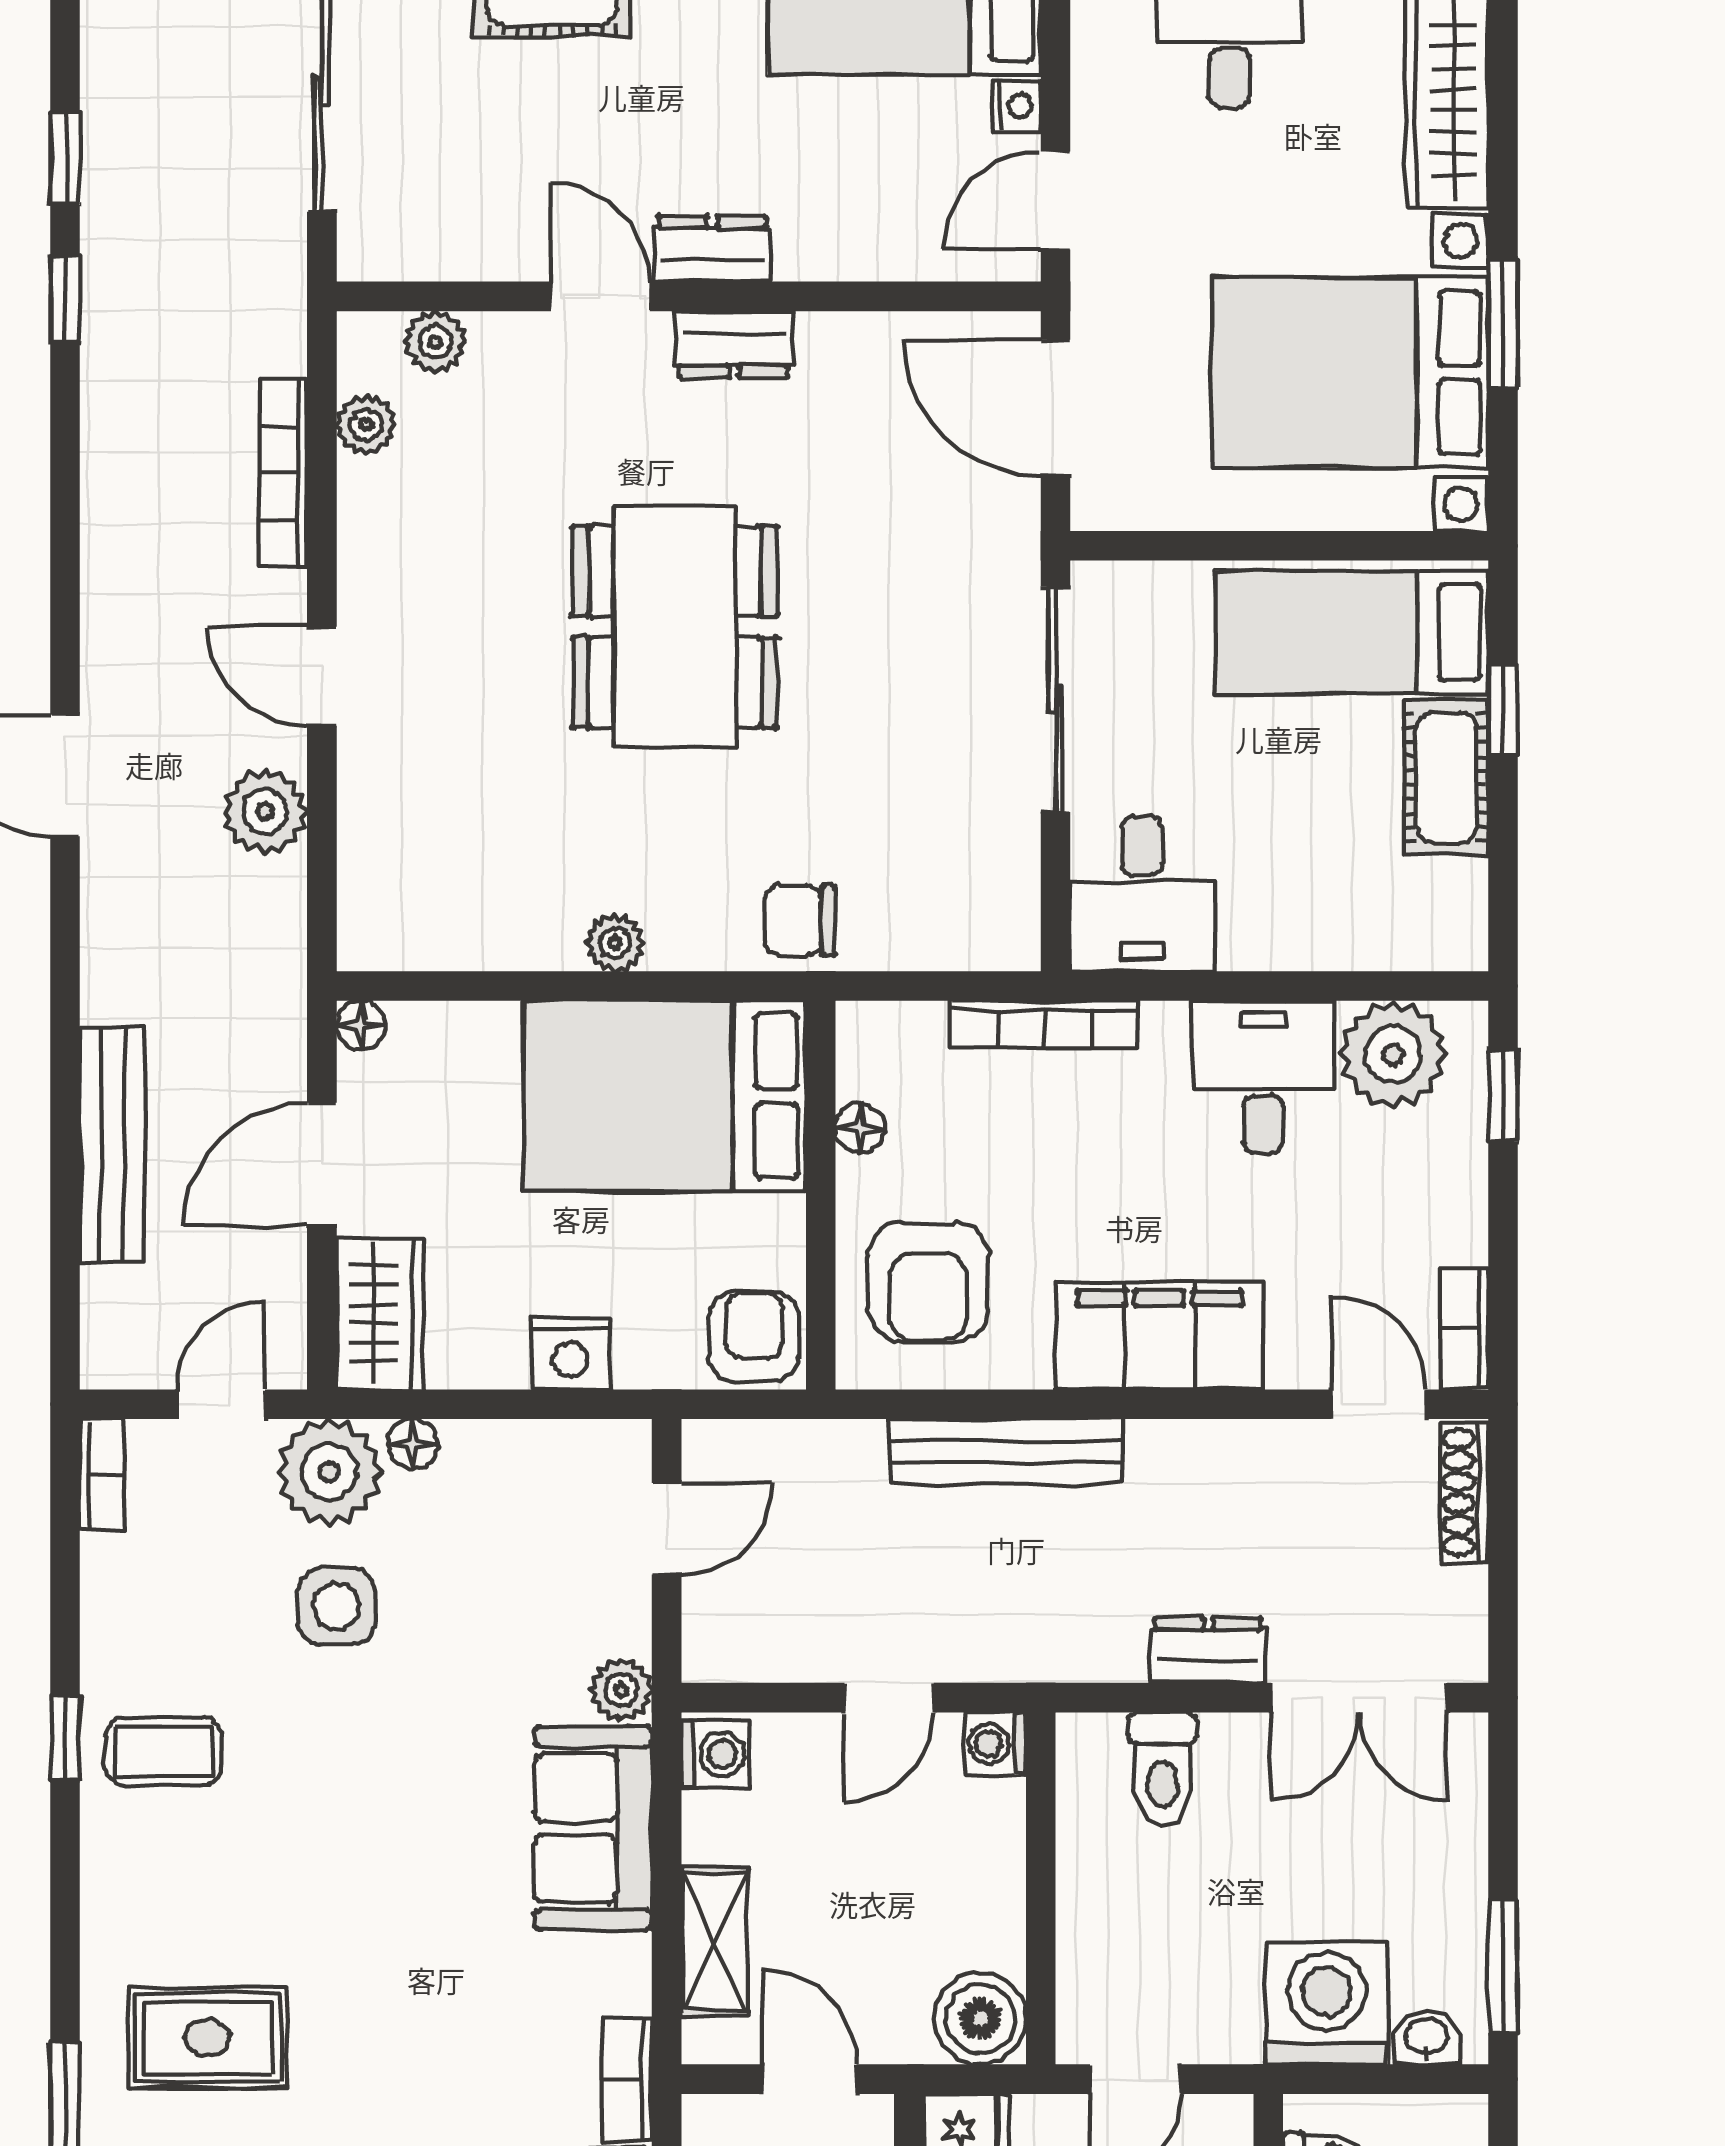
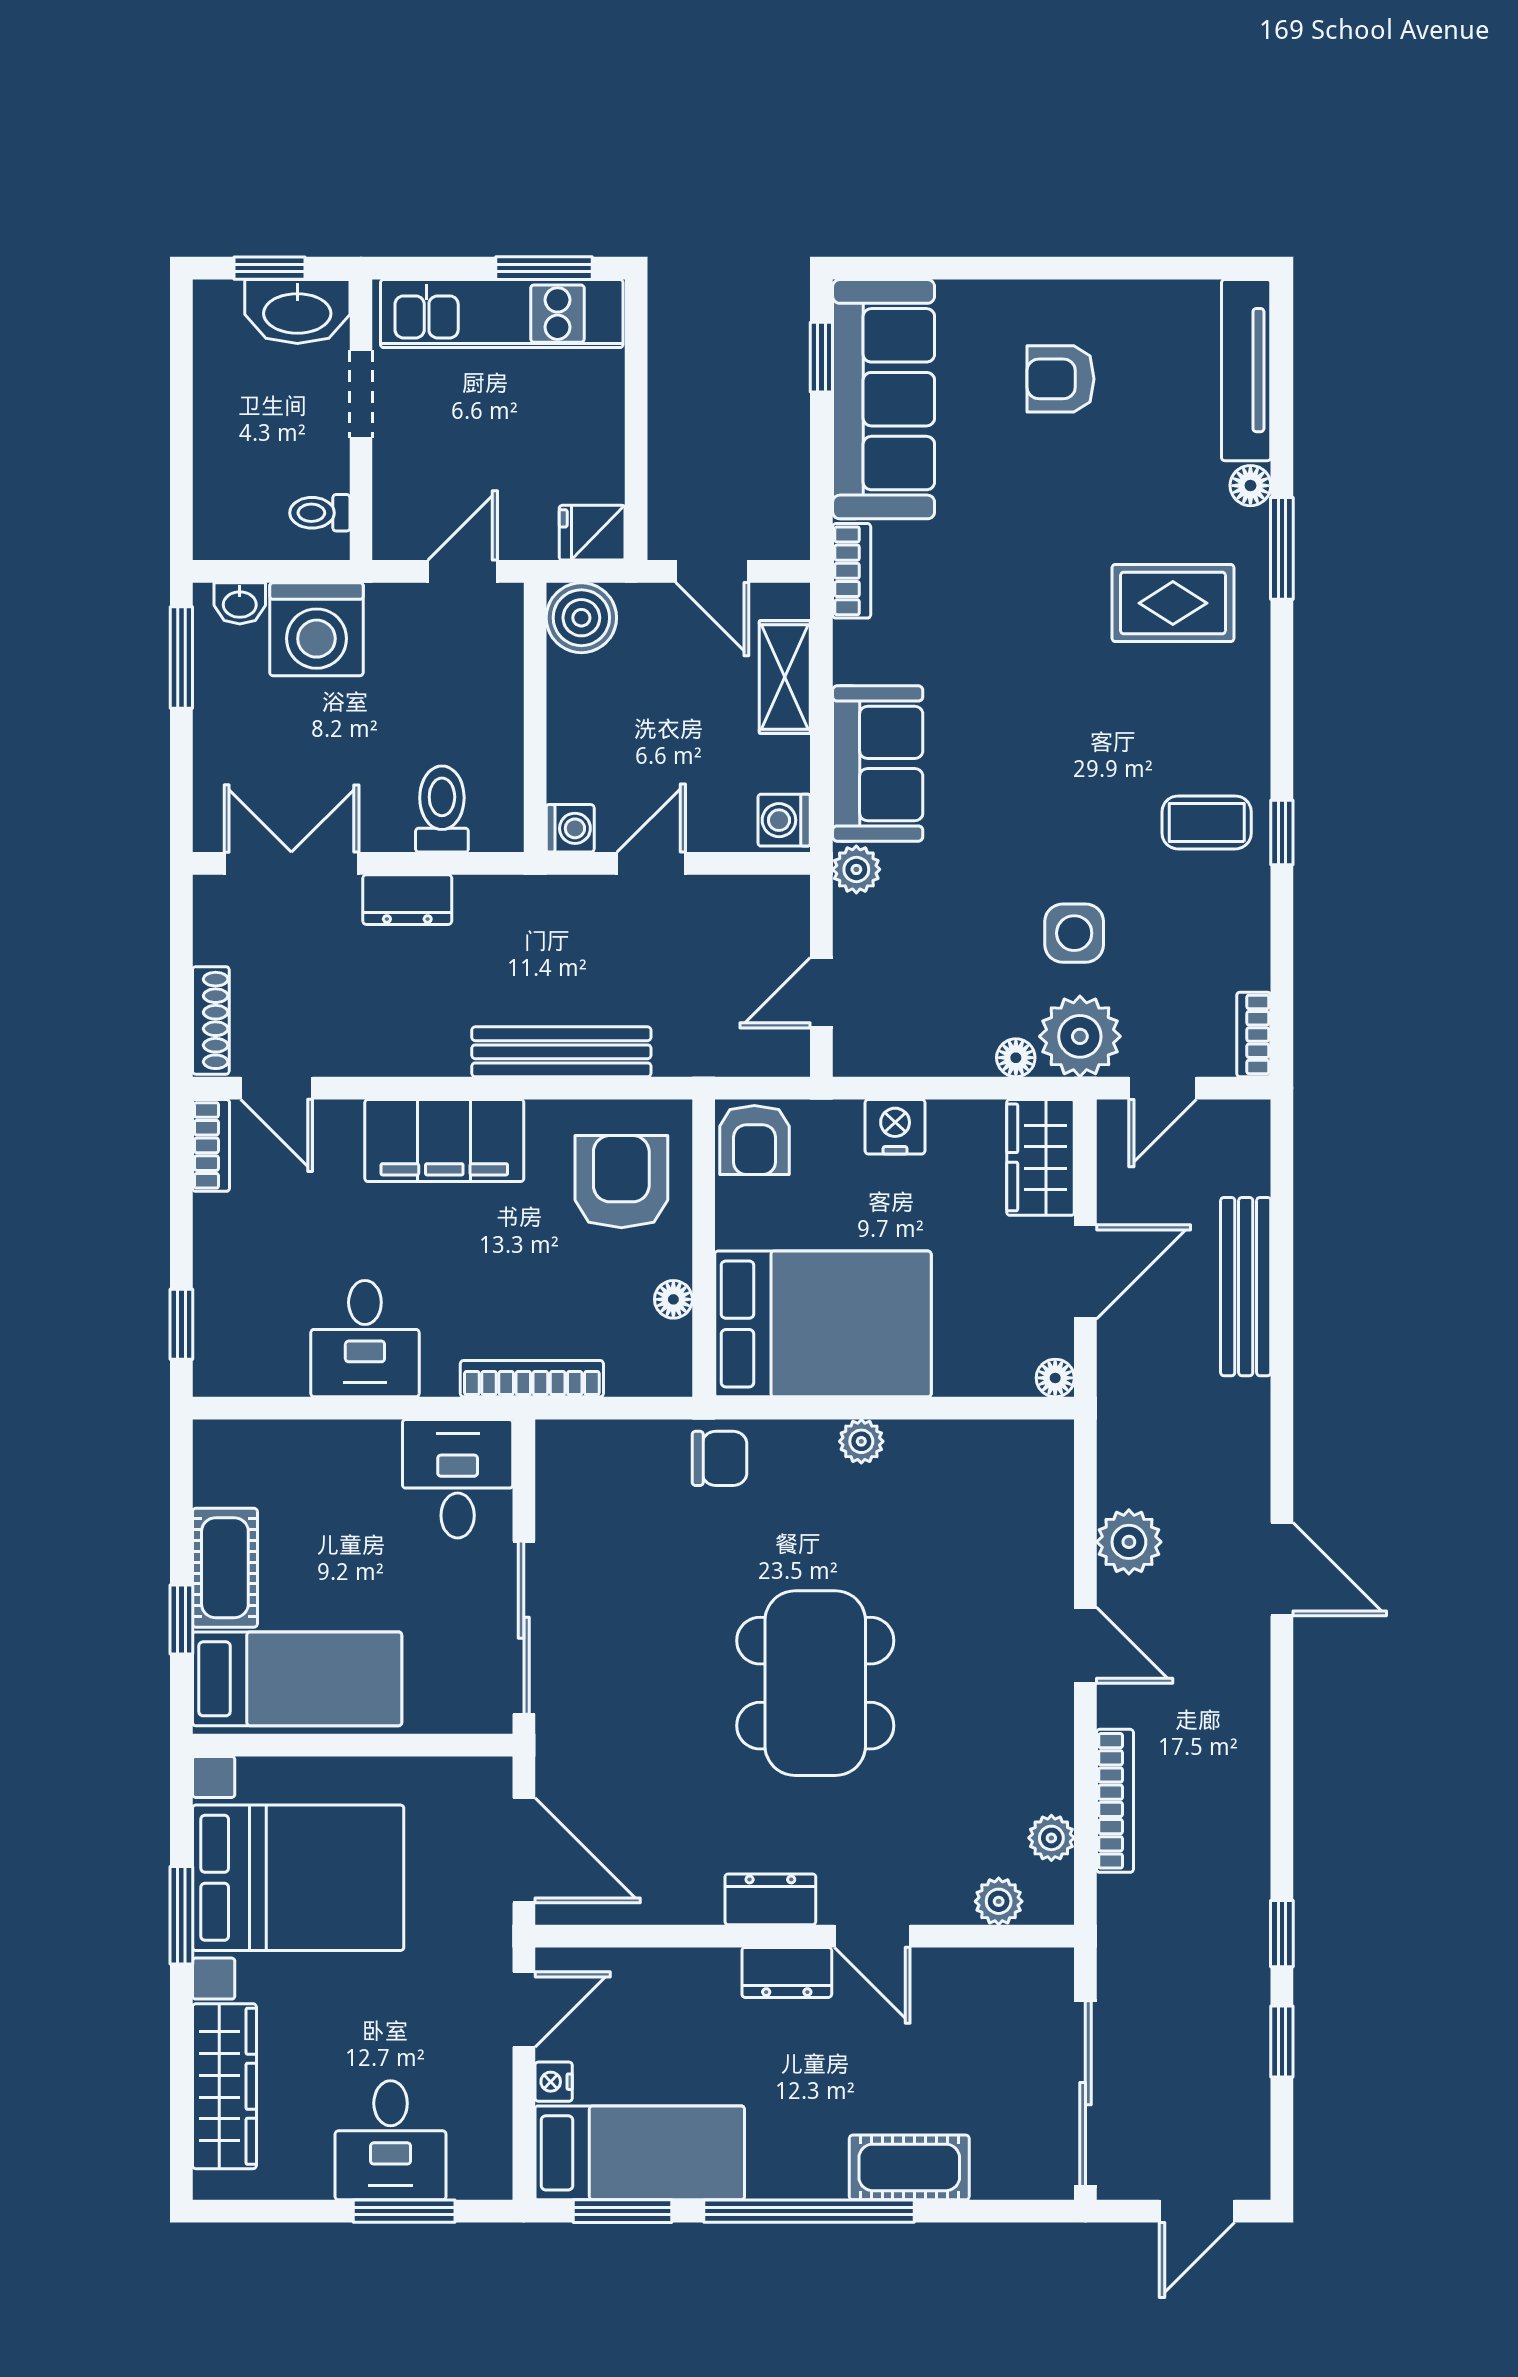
plant: (1393, 1054) -> (265, 1356), removed

